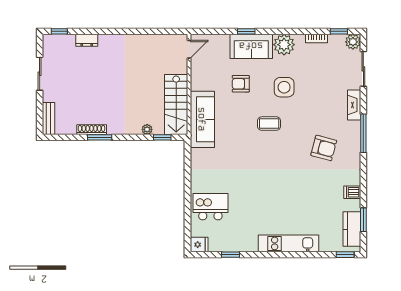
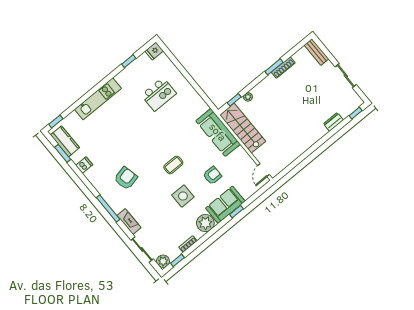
armchair: (324, 148) -> (126, 178), turned 152
kitchen island: (210, 207) -> (159, 94), moved

